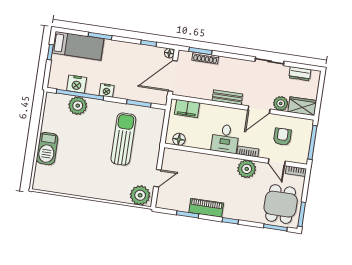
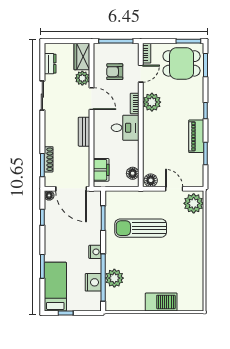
floor lamp: (169, 156) -> (151, 180), added

